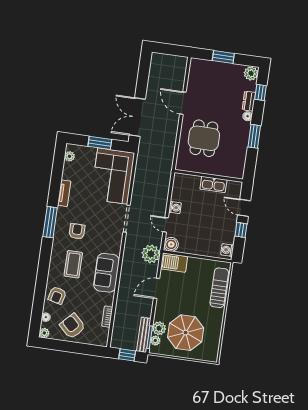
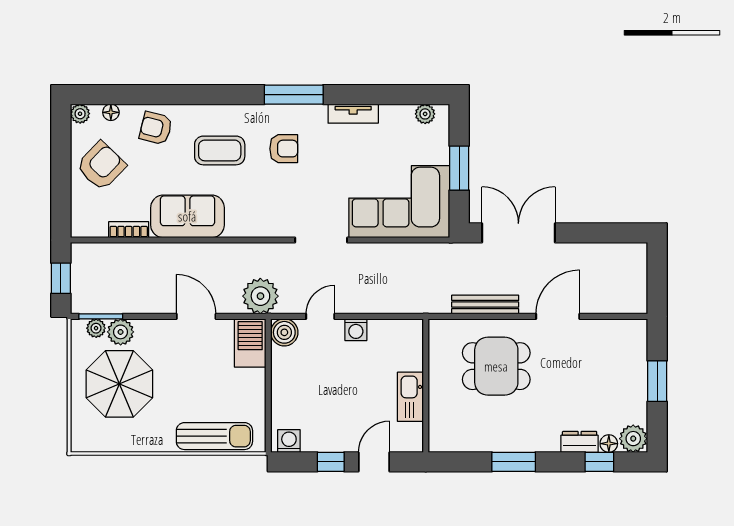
floor lamp: (248, 116) -> (609, 444), moved
sofa: (107, 273) -> (187, 216), moved
bench: (144, 335) -> (485, 305), moved

